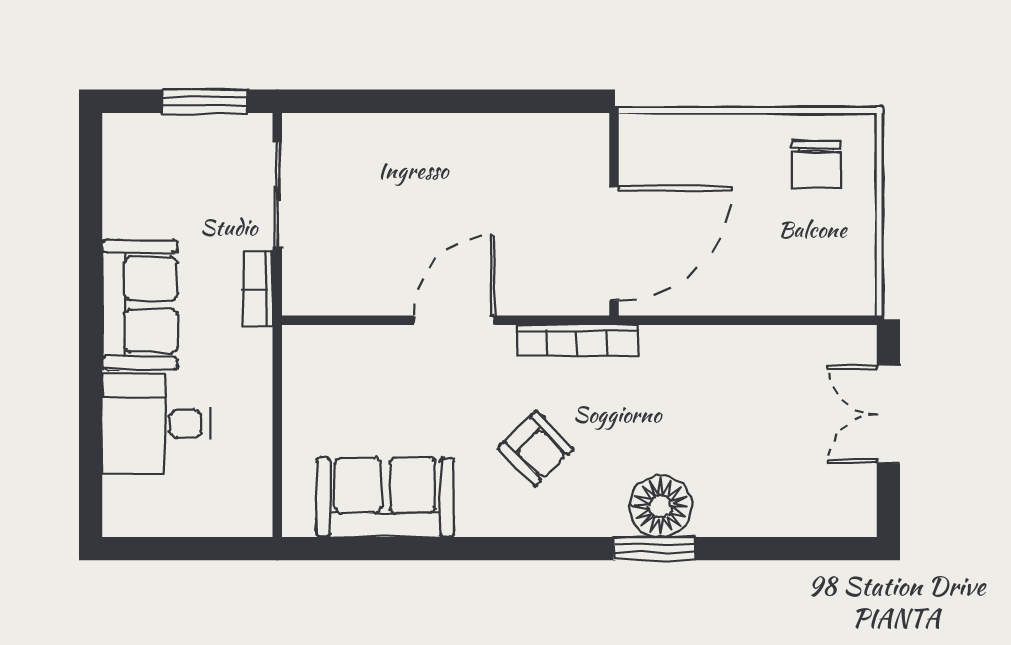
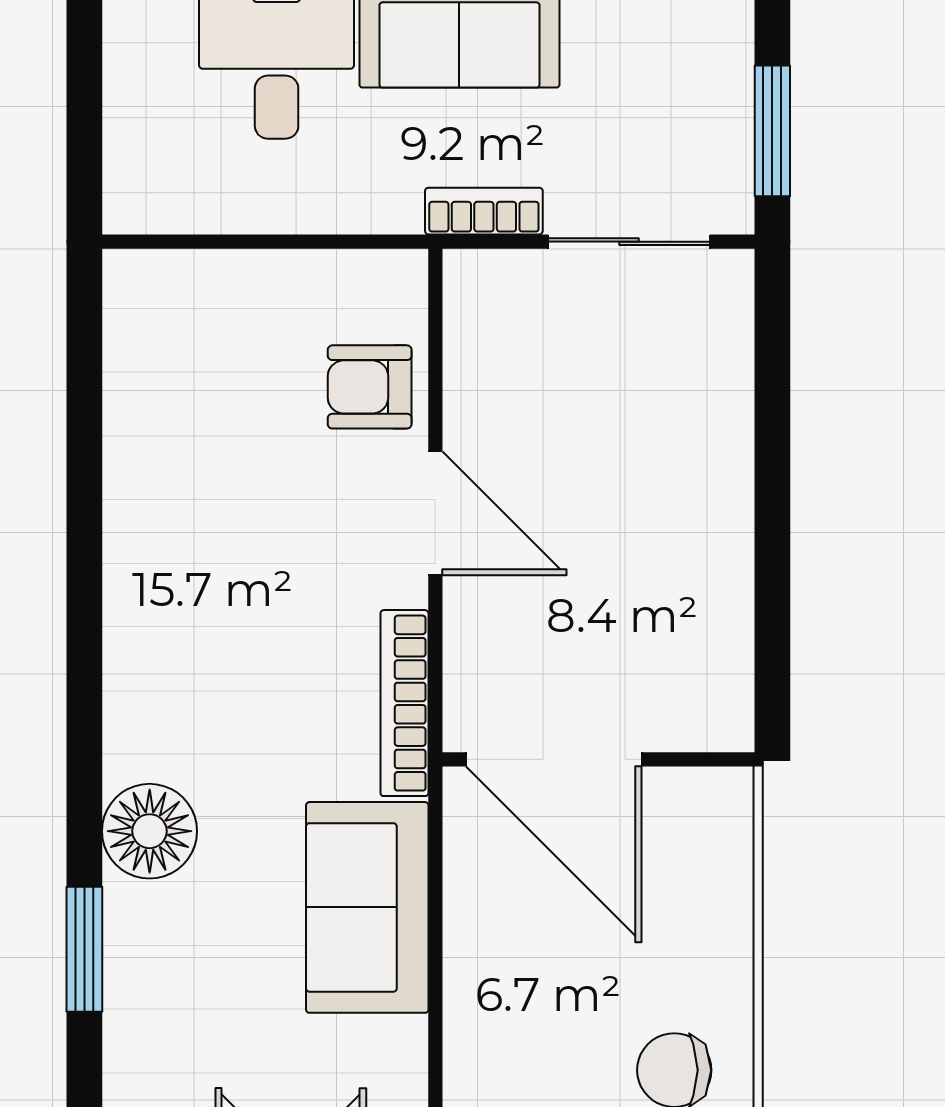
armchair: (536, 448) -> (370, 387), moved, turned 44
sofa: (385, 497) -> (367, 907), moved, turned 180
window: (654, 549) -> (84, 949), moved

